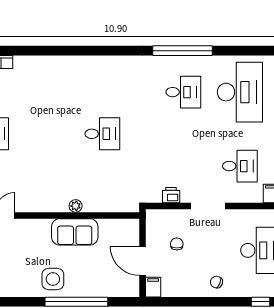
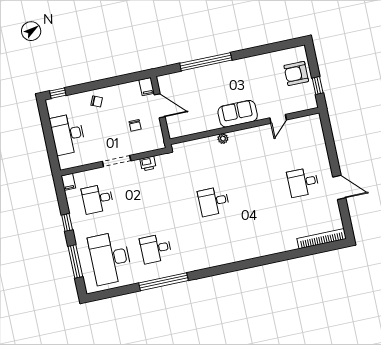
sofa: (75, 232) -> (238, 114), moved
side table: (53, 279) -> (229, 76), removed

